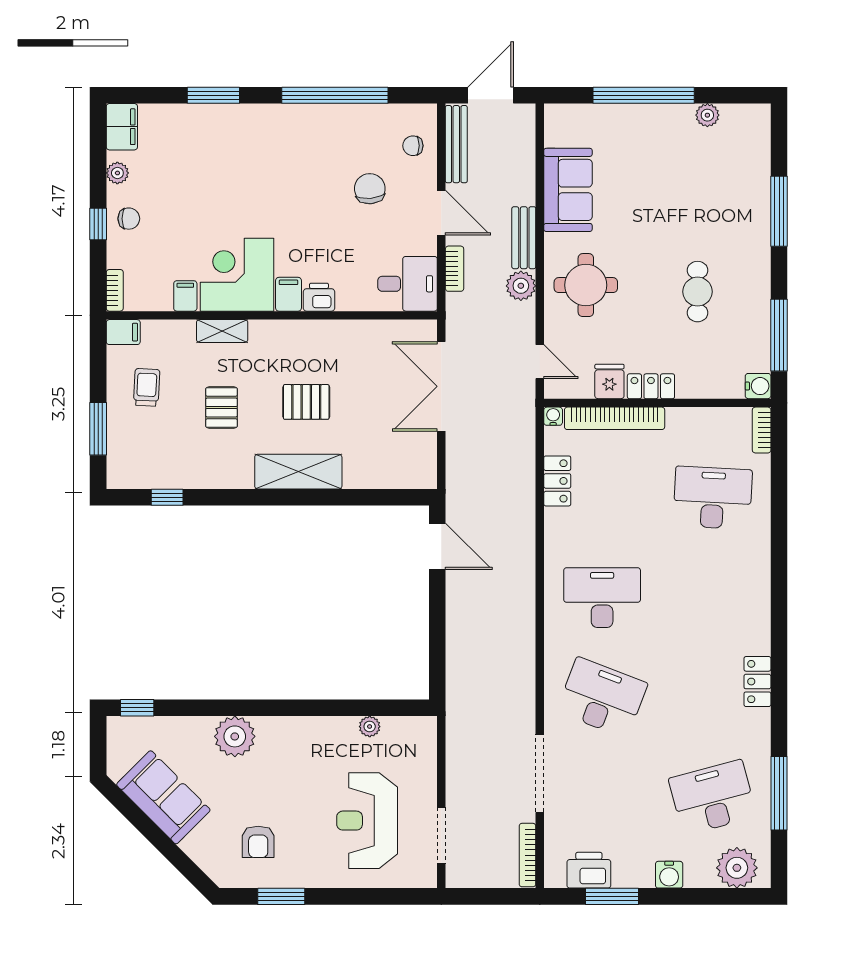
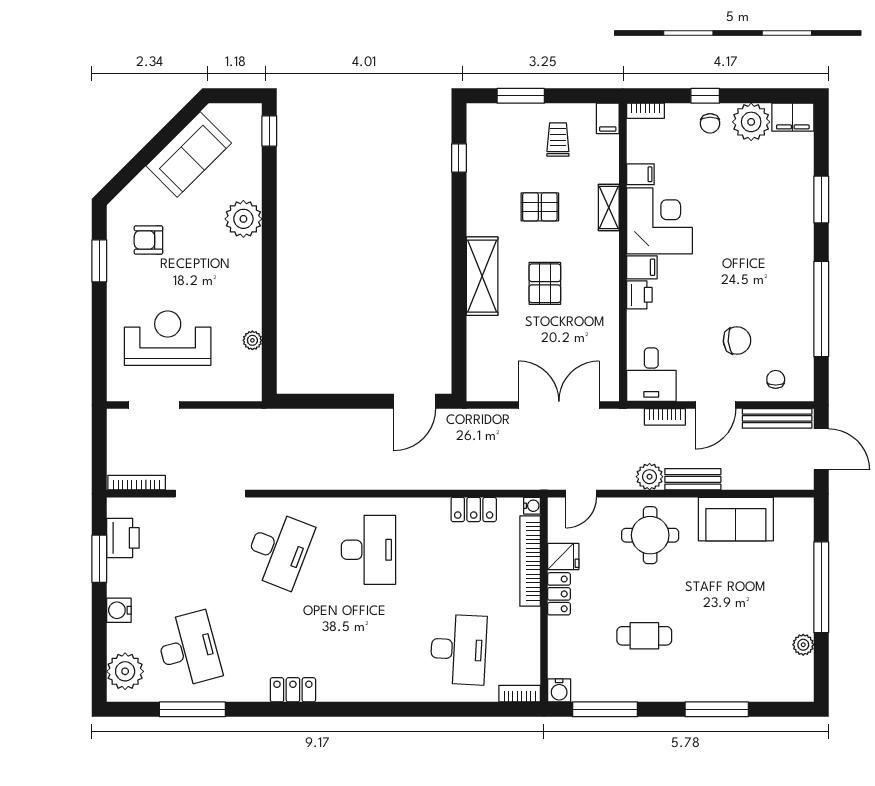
plant: (117, 173) -> (751, 122), width x1.88, depth x1.88
trolley: (147, 387) -> (558, 139), turned -93

